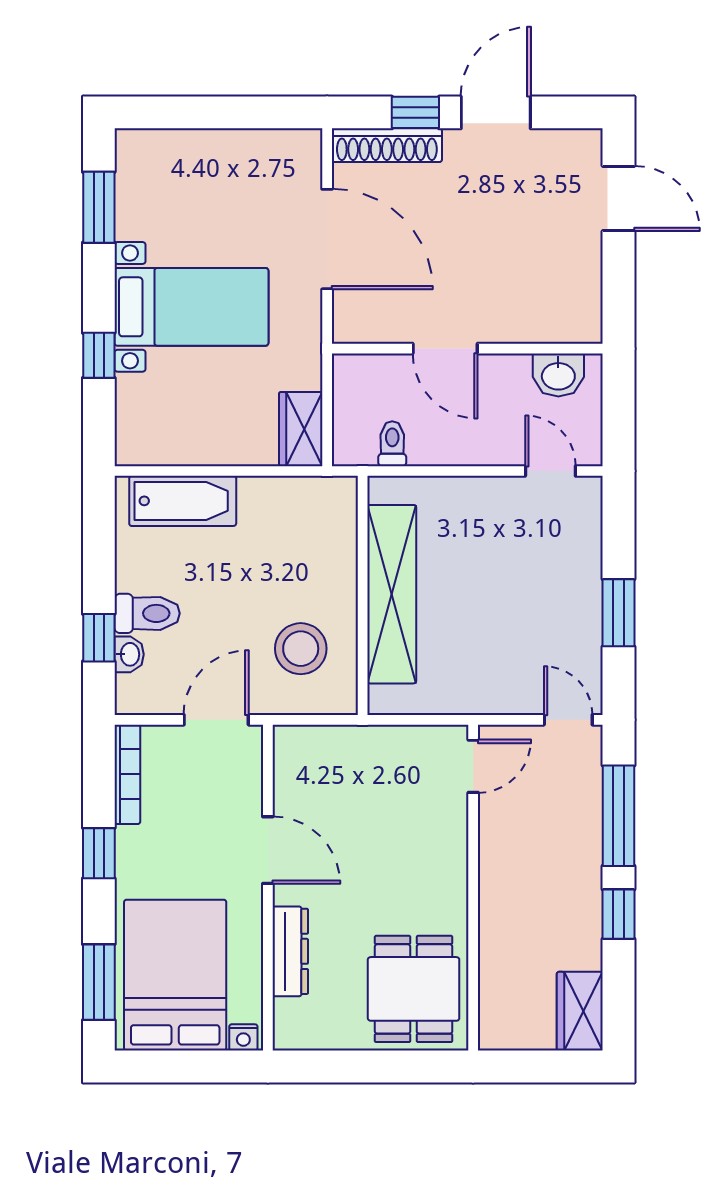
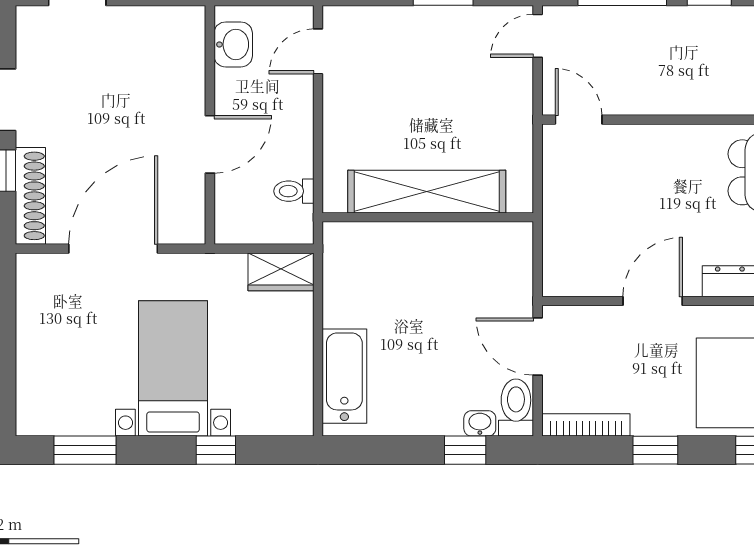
toilet: (147, 613) -> (516, 408), moved
stool: (301, 649) -> (475, 272), removed

